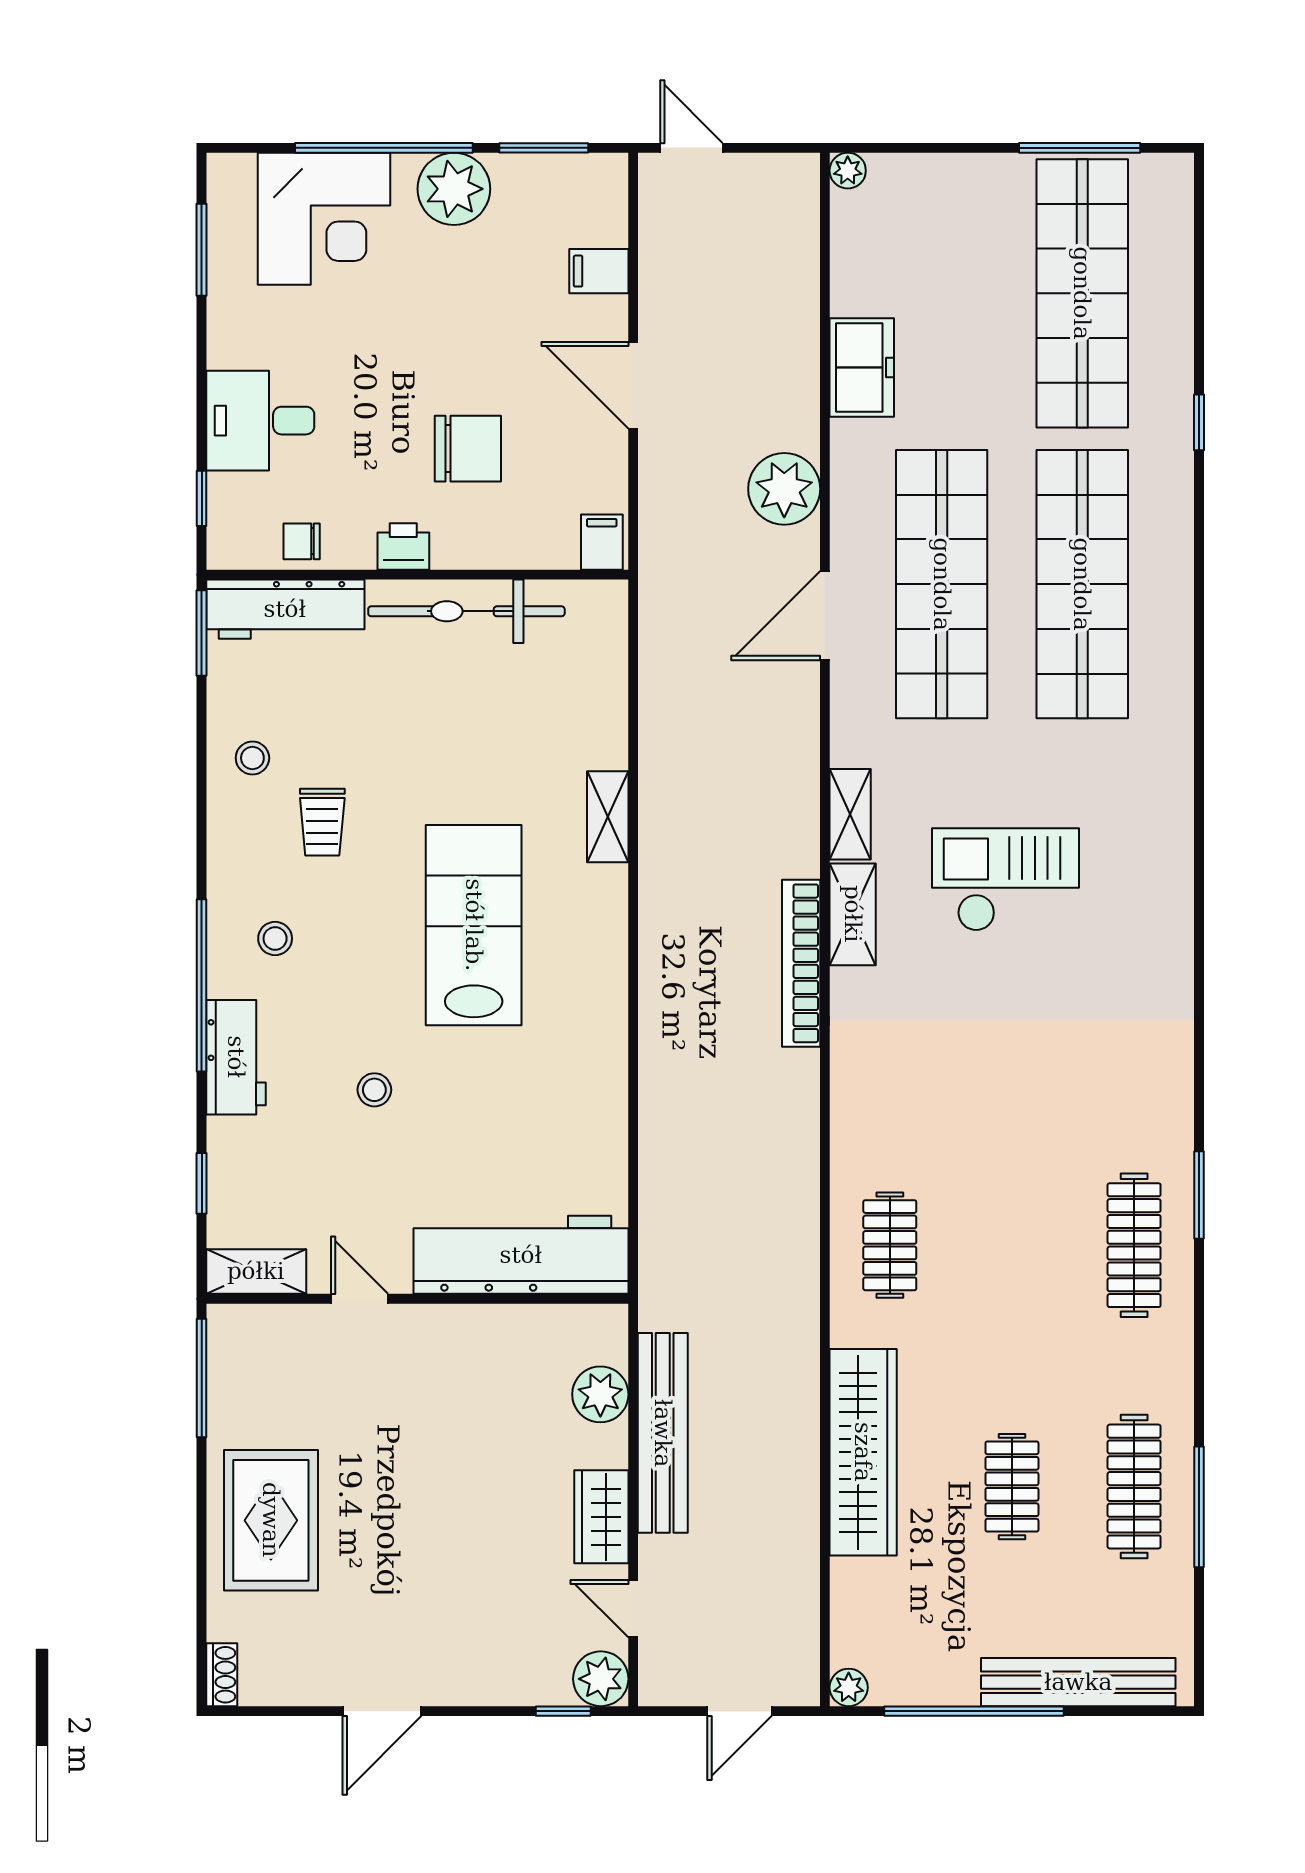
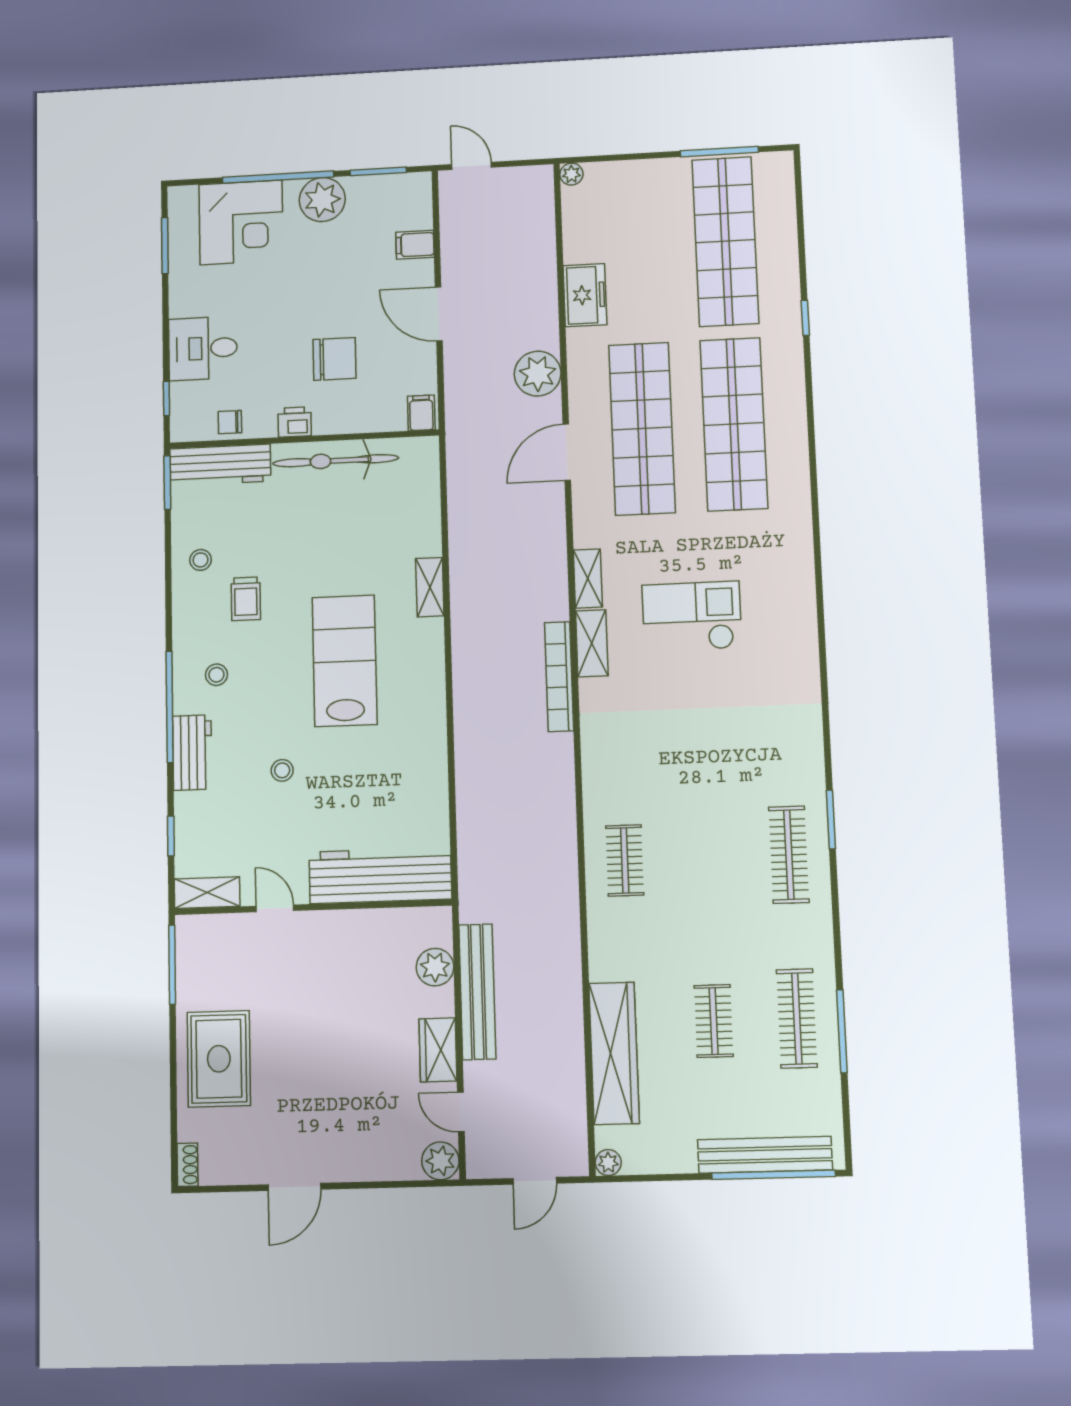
wardrobe: (863, 1452) -> (614, 1053), moved
window: (563, 1711) -> (416, 1184), removed
window: (974, 1711) -> (773, 1175), moved

